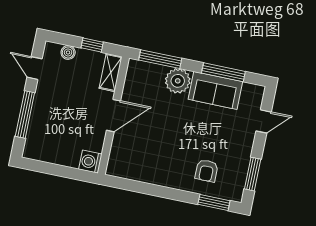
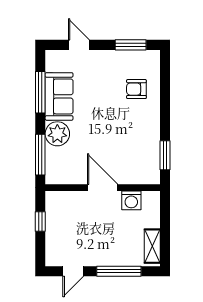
boiler: (68, 52) -> (52, 243), removed
shelving: (111, 72) -> (152, 246), moved, turned 90
washing machine: (90, 162) -> (131, 200), moved
armchair: (207, 171) -> (136, 89), turned 180
window: (214, 203) -> (165, 155), moved

